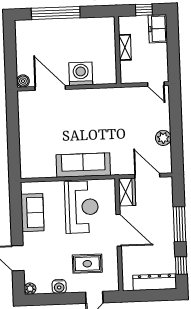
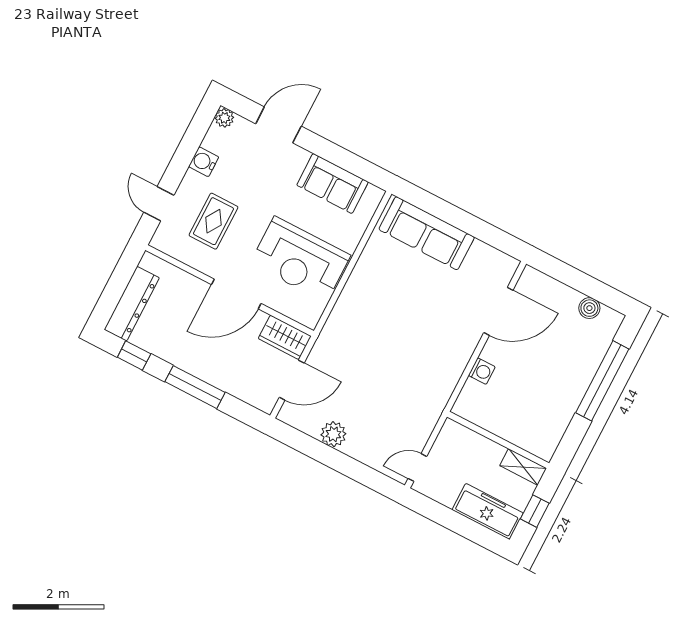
freezer: (158, 29) -> (488, 511), width x1.40
shelving: (125, 47) -> (523, 467), moved
washing machine: (81, 74) -> (482, 371), width x0.53, depth x0.53
boiler: (23, 81) -> (589, 308), moved
sofa: (83, 165) -> (427, 233), moved, turned 90

